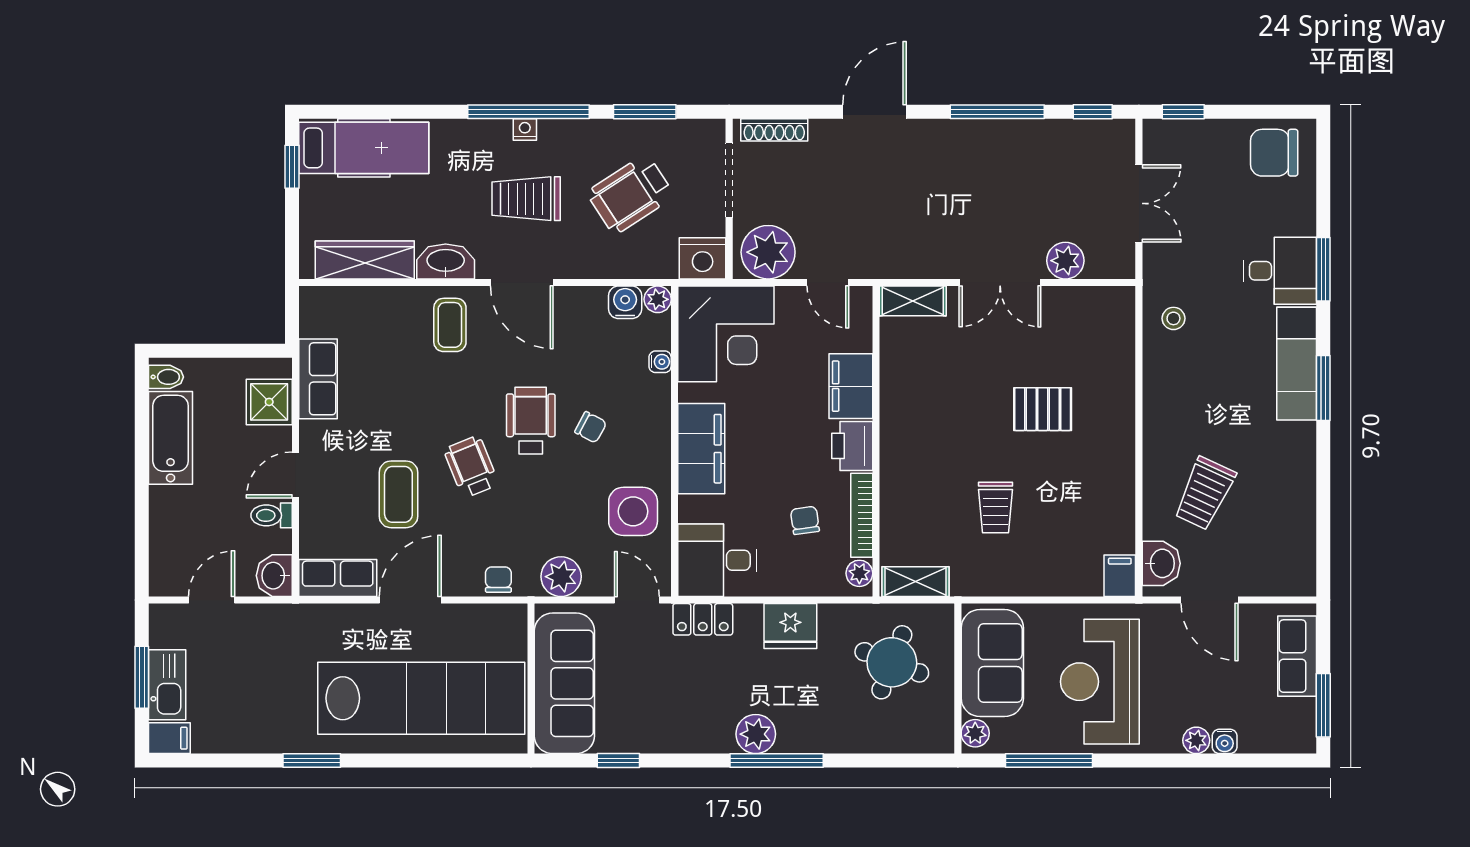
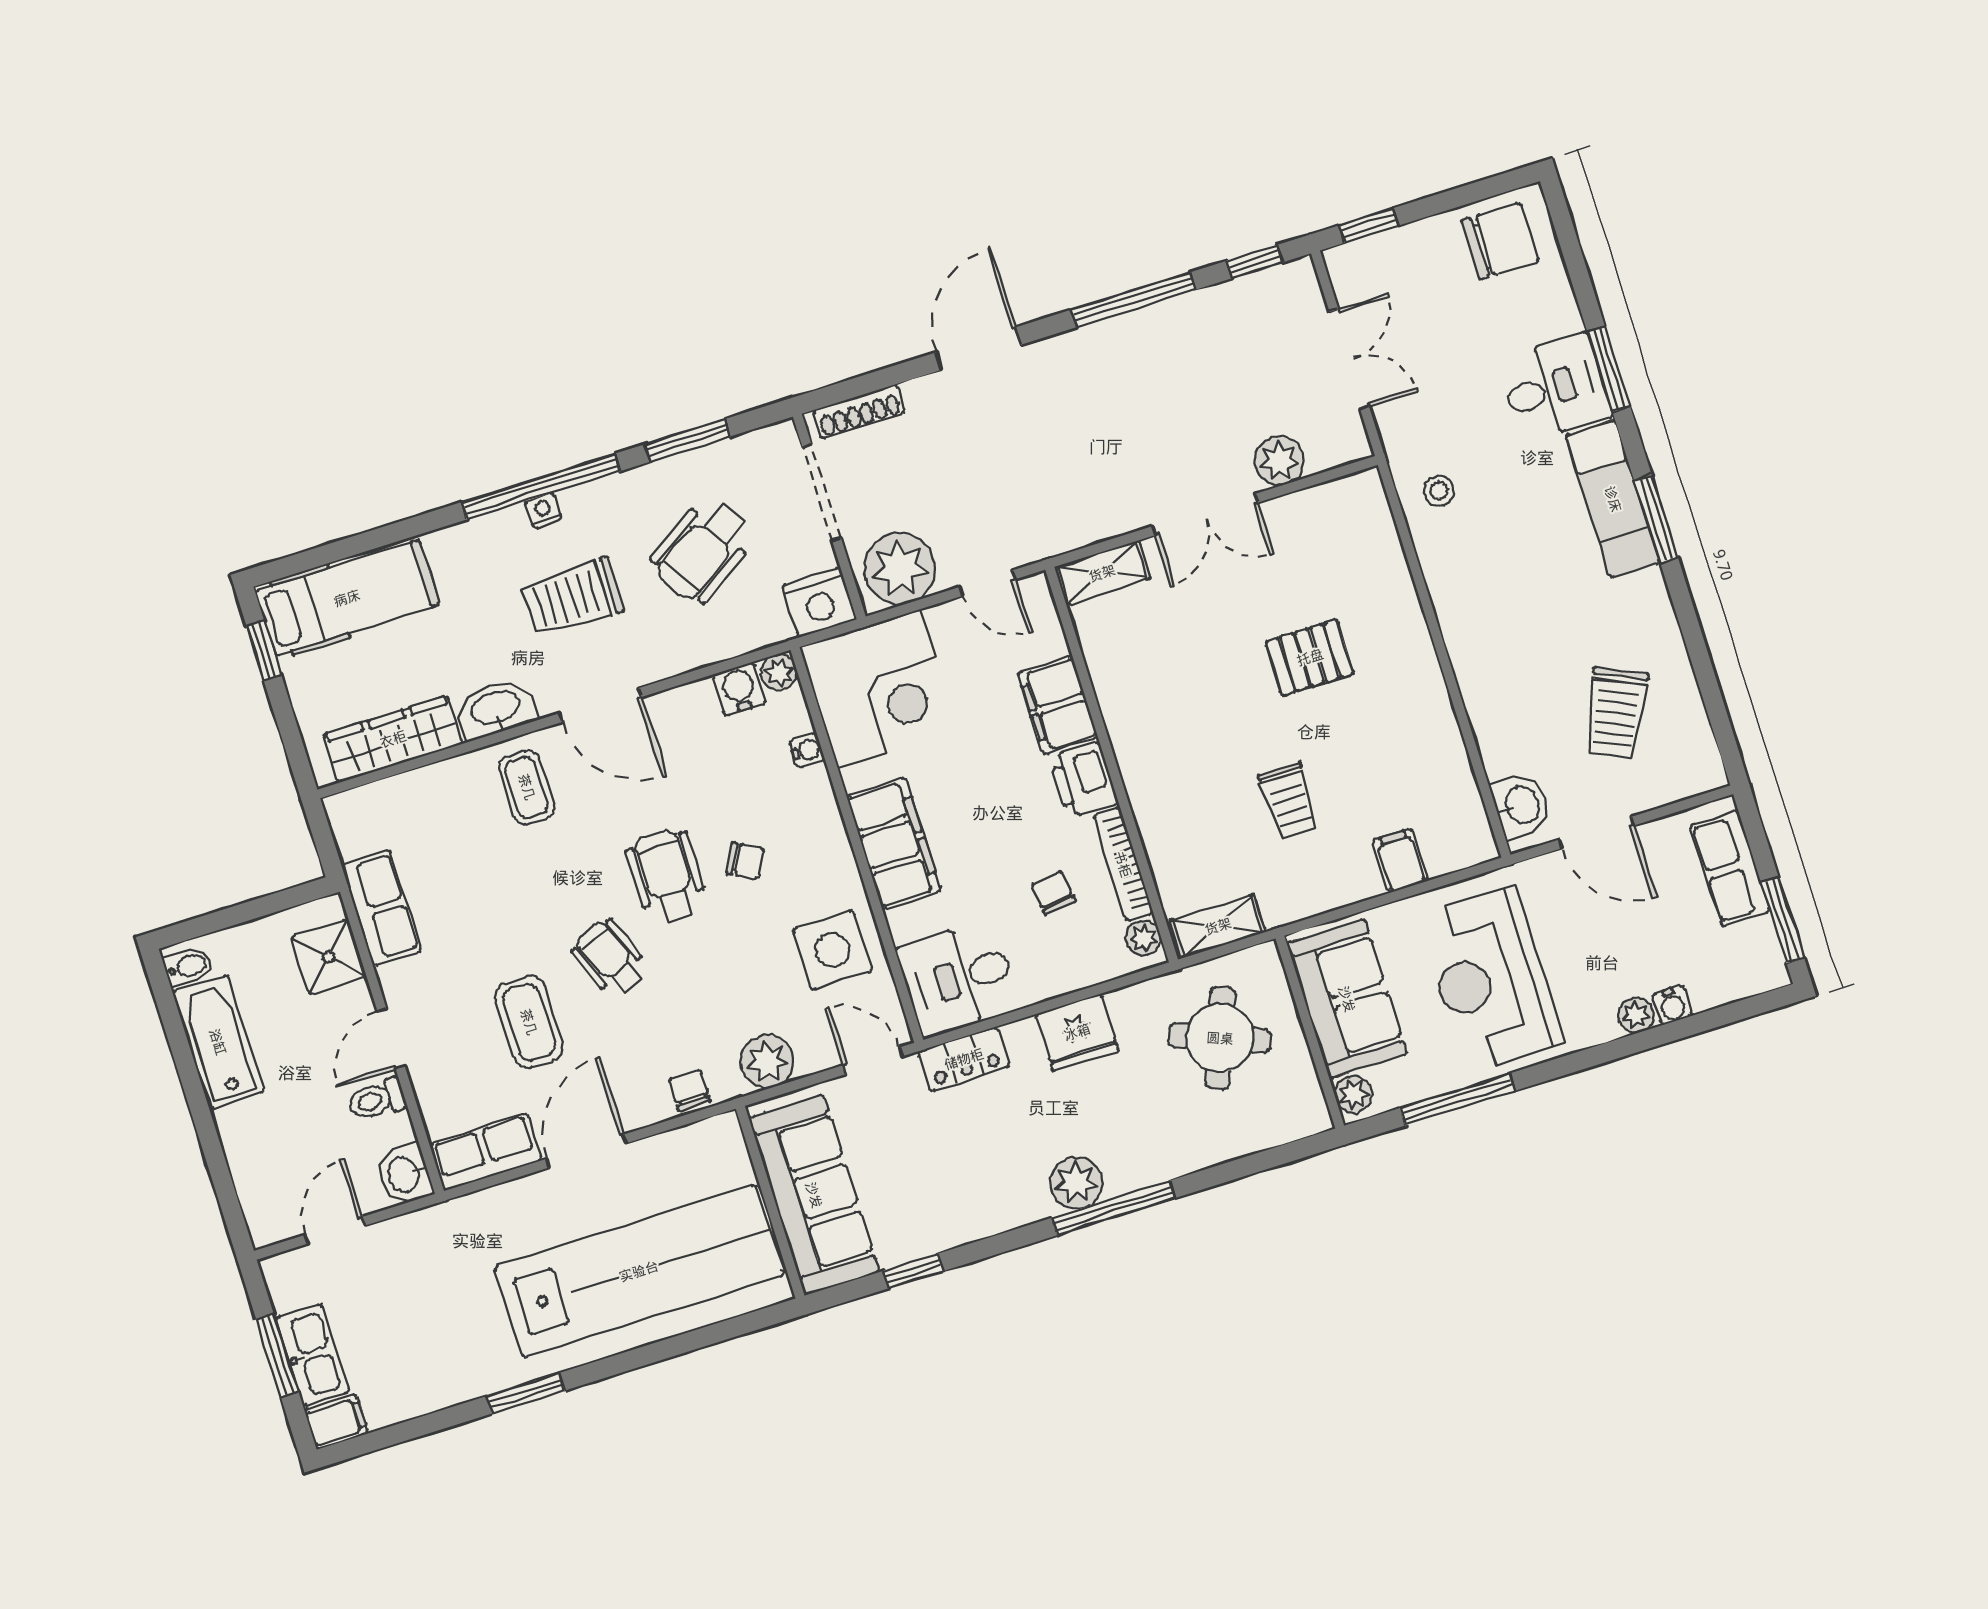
chair: (1274, 153) -> (1500, 241), turned 180
trolley: (1205, 493) -> (1616, 713), moved
filing cabinet: (1120, 576) -> (1400, 861), moved

